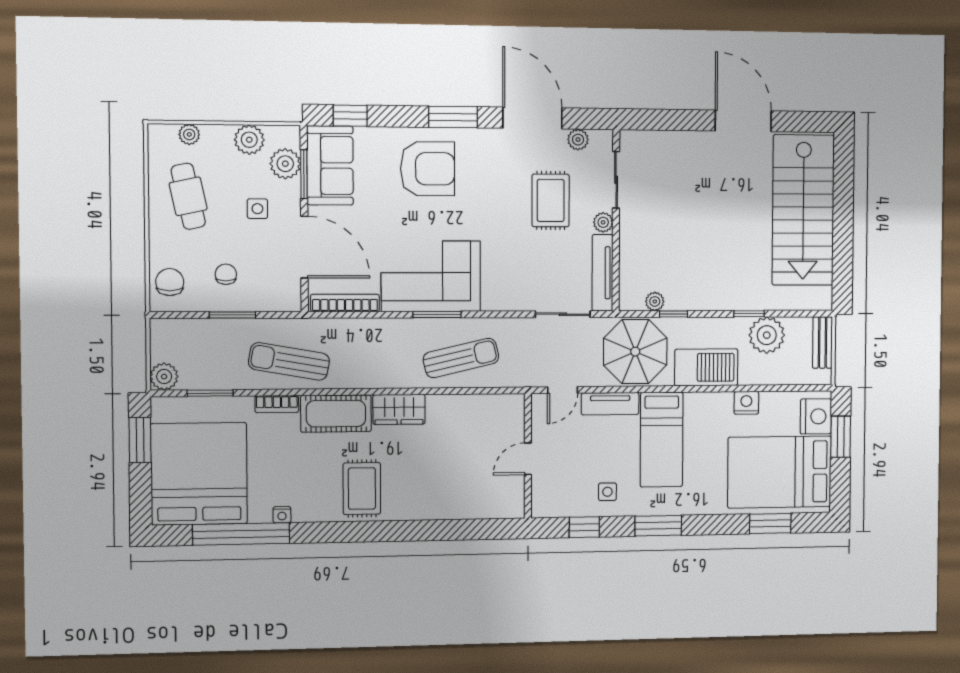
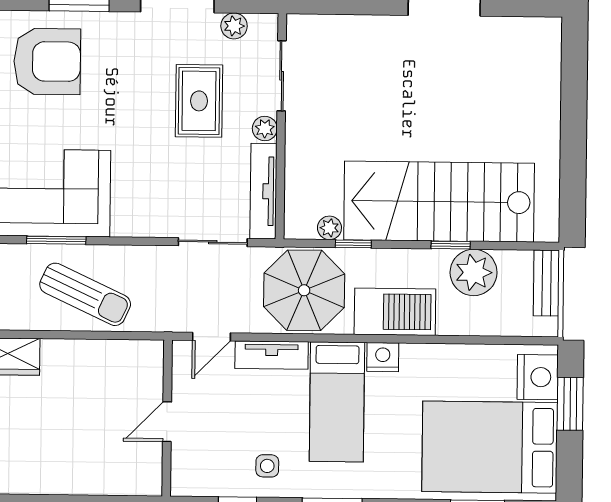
stairs: (803, 210) -> (439, 202), moved, turned 90
sun lounger: (461, 358) -> (85, 294), turned 38
nightstand: (746, 403) -> (383, 357), moved

